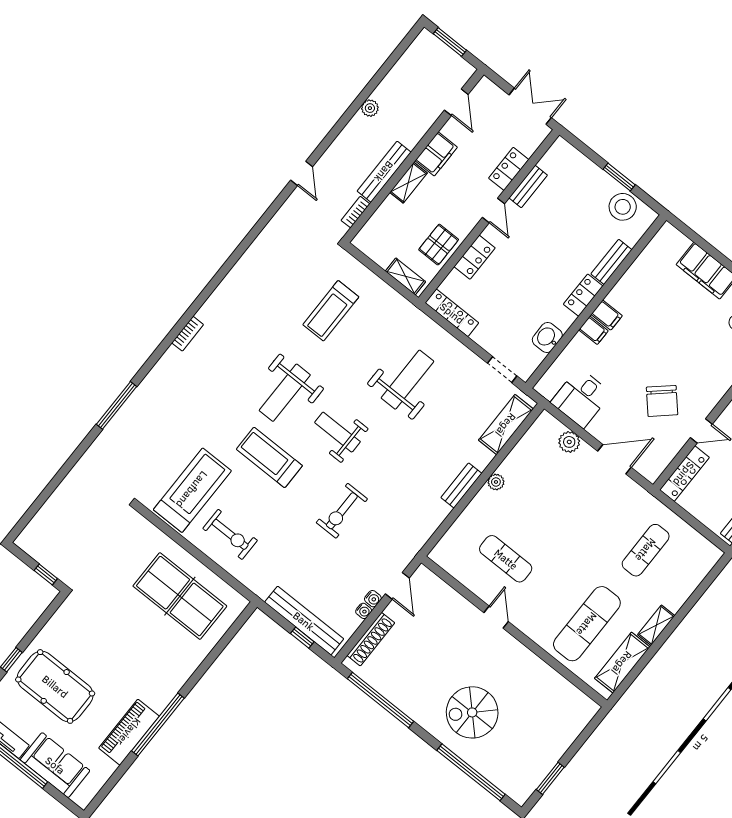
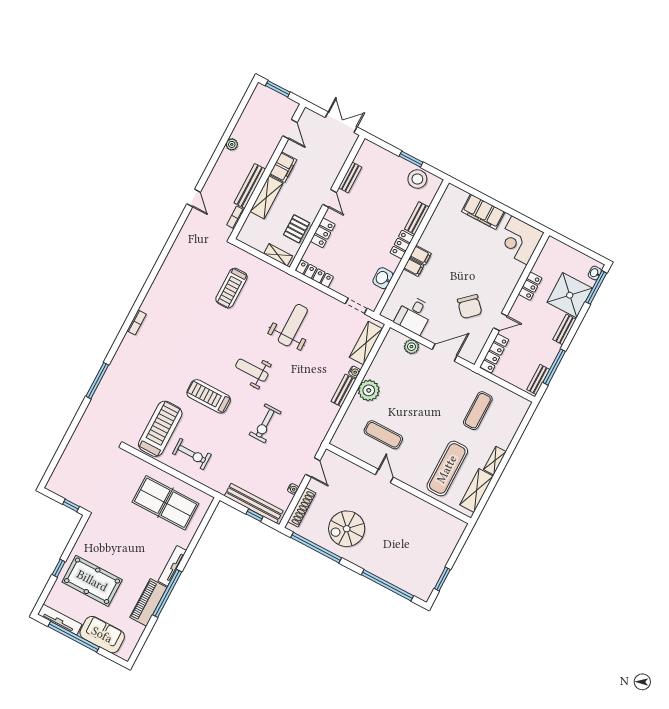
locker: (509, 169) -> (335, 168), removed
shelving: (408, 183) -> (266, 197), width x1.50, depth x1.33
weight bench: (285, 393) -> (211, 350), removed
plant: (496, 482) -> (369, 390), width x1.88, depth x1.88
water cooler: (373, 599) -> (354, 372), moved
tv unit: (173, 687) -> (172, 566), added
spiral stairs: (472, 712) -> (347, 529), moved

